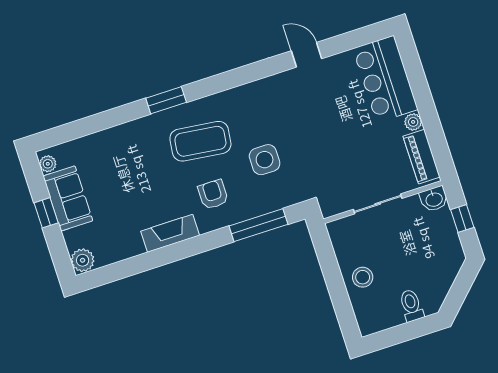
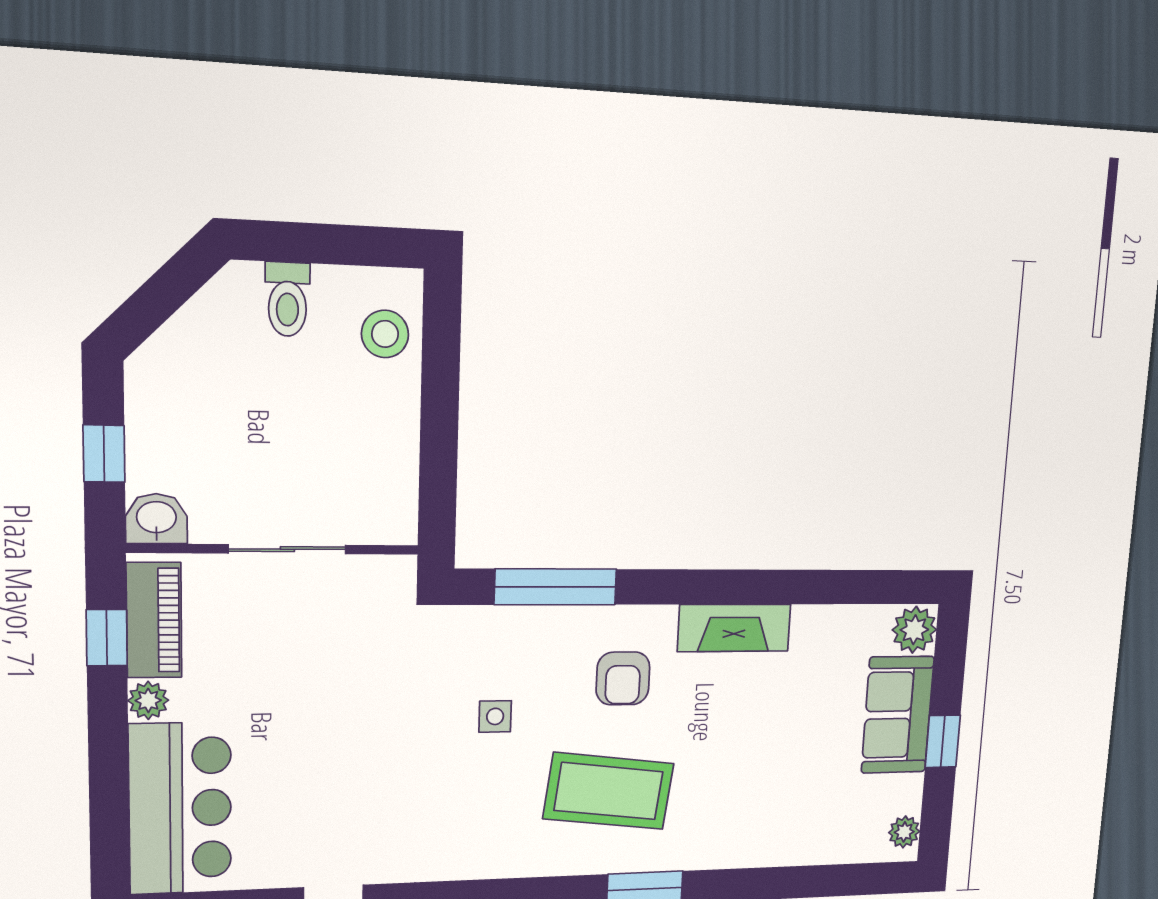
window: (438, 143) -> (107, 638), added
side table: (265, 160) -> (495, 716), width x0.54, depth x0.54
sofa: (68, 198) -> (898, 715), moved
stool: (363, 277) -> (385, 334), moved

